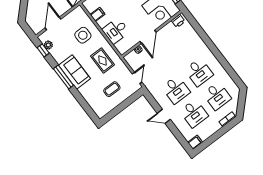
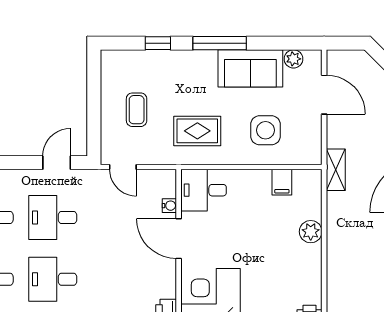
desk: (116, 31) -> (204, 190), moved, turned -90
window: (43, 50) -> (158, 43), moved
sofa: (74, 72) -> (250, 68), moved
door: (164, 116) -> (57, 163), moved

